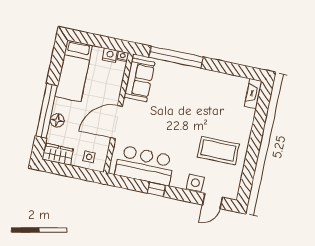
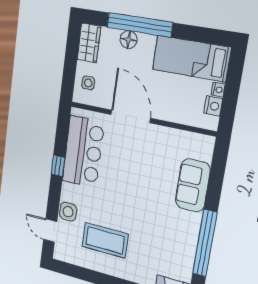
nightstand: (123, 56) -> (218, 90), moved
window: (176, 57) -> (205, 243), moved
sofa: (139, 80) -> (193, 185), moved, turned 90
coffee table: (218, 151) -> (105, 240), turned 90

